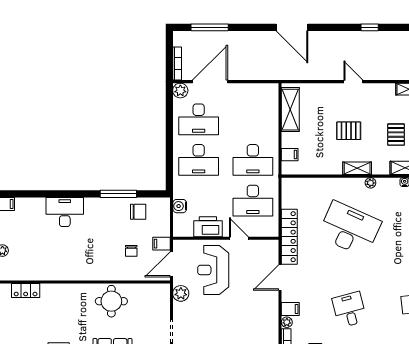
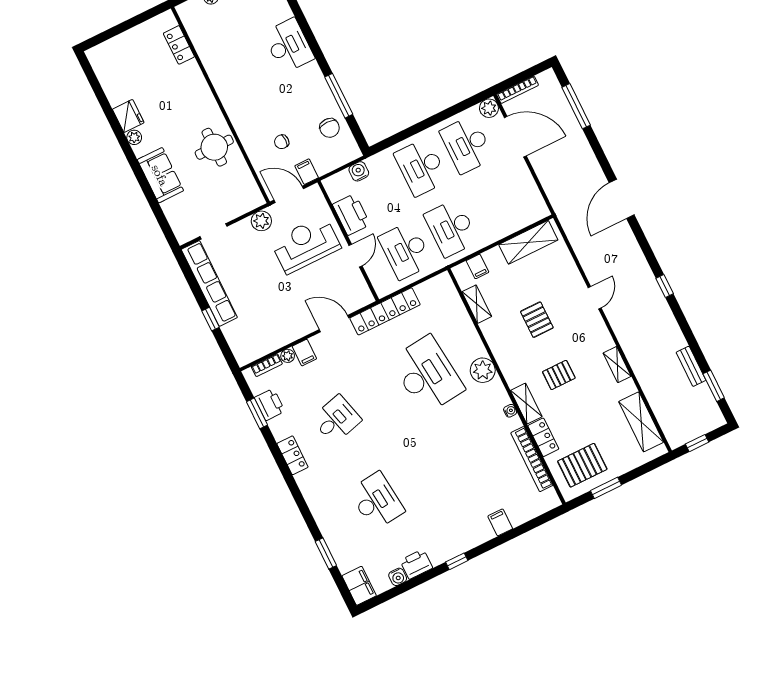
shelving: (357, 168) -> (477, 304), moved
plant: (370, 183) -> (483, 370), width x1.88, depth x1.88
desk: (349, 229) -> (427, 375), turned -30

